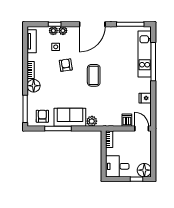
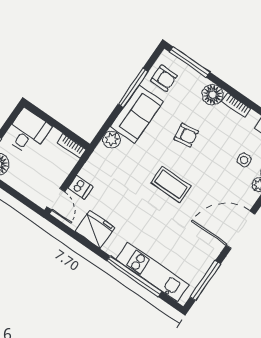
door: (92, 24) -> (240, 230), hinge flipped
armchair: (66, 65) -> (186, 135), moved
fridge: (145, 98) -> (95, 229), width x1.88, depth x1.34
door: (142, 128) -> (56, 199), hinge flipped

